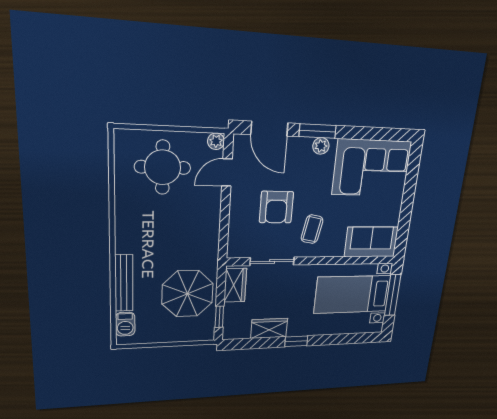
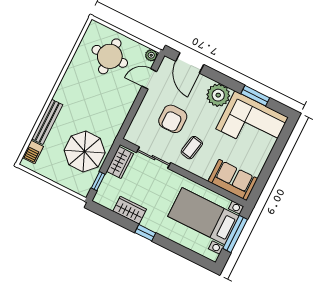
window: (318, 131) -> (255, 96), moved
plant: (321, 146) -> (218, 95), width x1.87, depth x1.87

